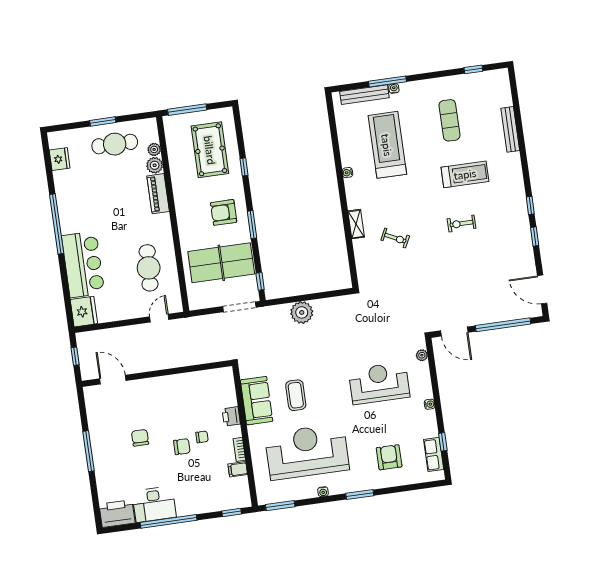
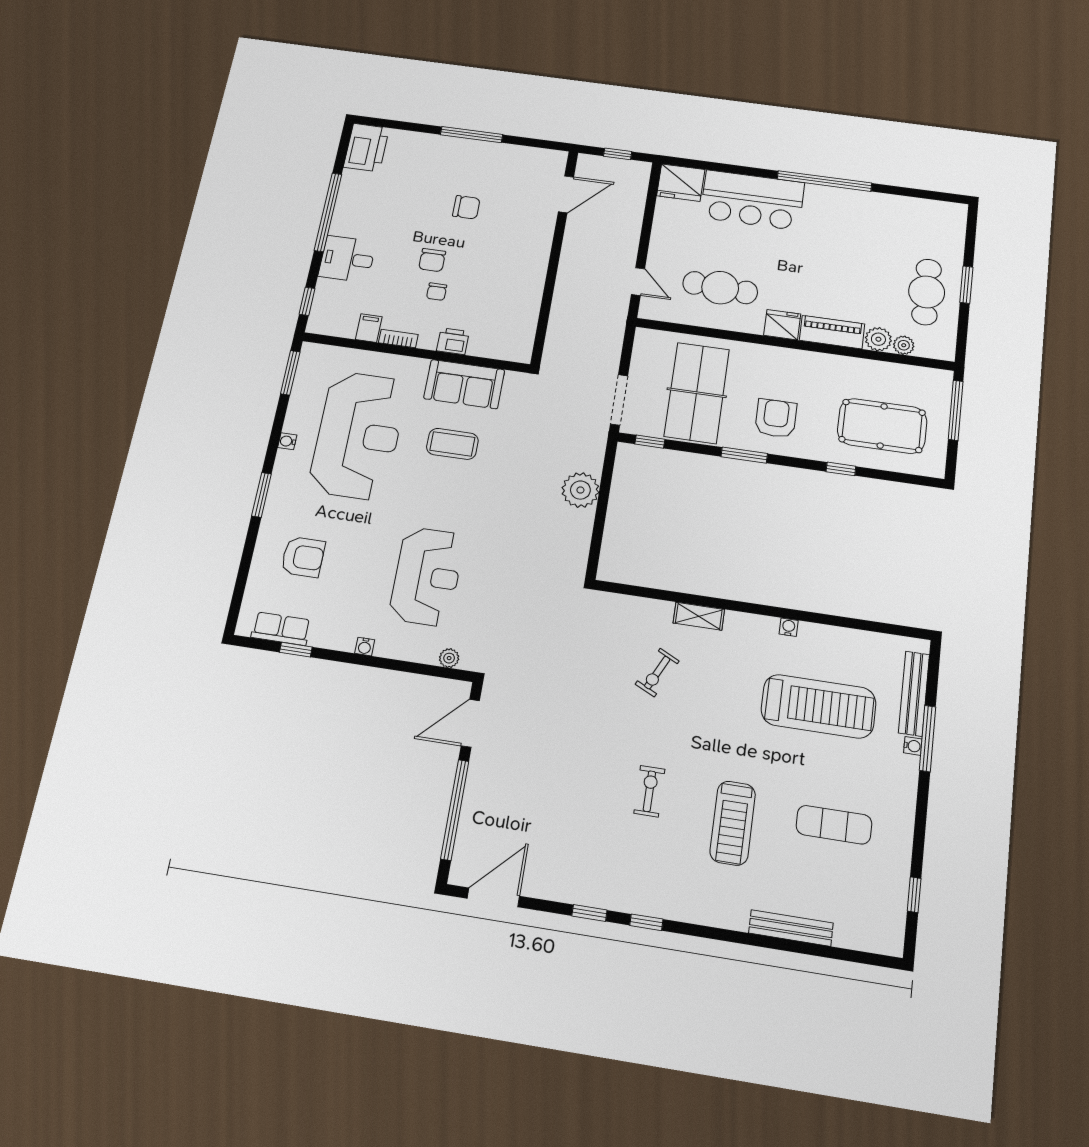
fridge: (60, 159) -> (782, 325), moved, turned 180
desk: (154, 504) -> (347, 259), moved, width x0.73

